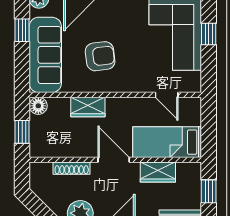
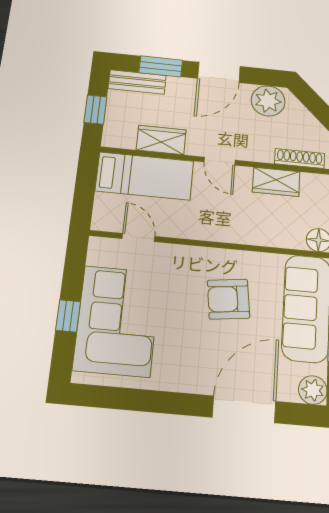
wardrobe: (88, 107) -> (276, 182), moved, turned 180
door: (114, 160) -> (220, 161), width x0.73
shoe rack: (72, 168) -> (300, 159), moved

